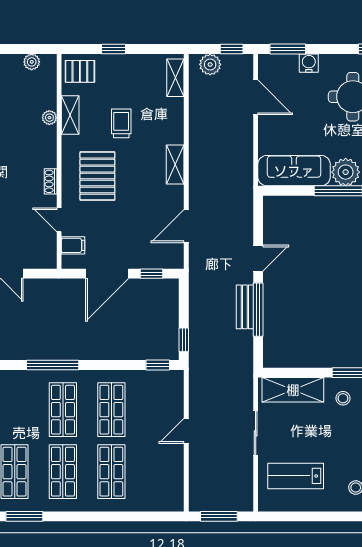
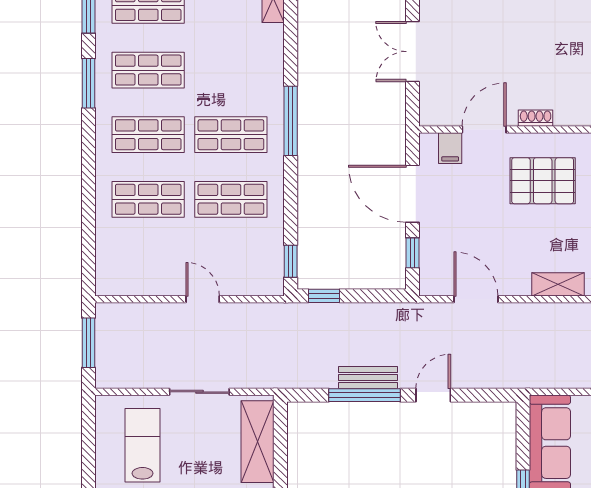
door: (59, 220) -> (484, 130), width x1.38
door: (258, 258) -> (433, 395), swing flipped

